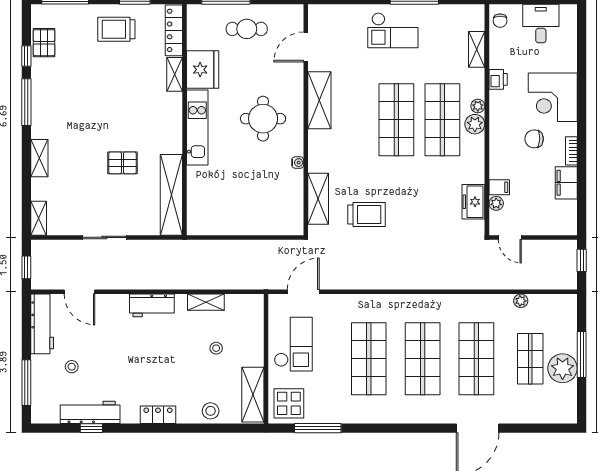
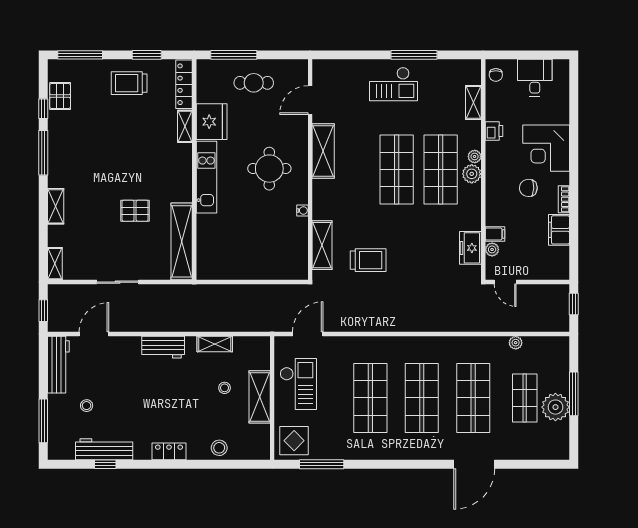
door: (79, 292) -> (94, 334), swing flipped
shelving: (253, 395) -> (260, 397), moved

